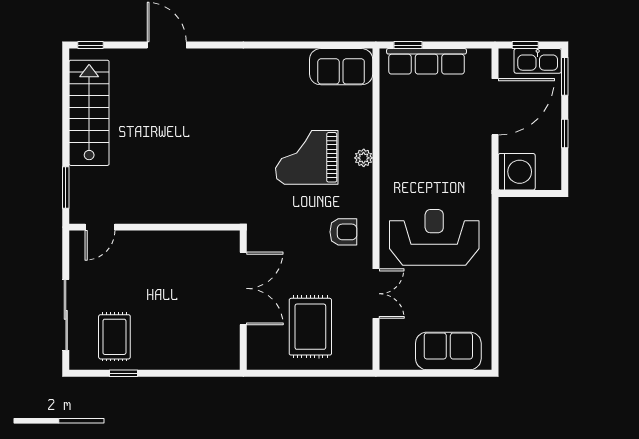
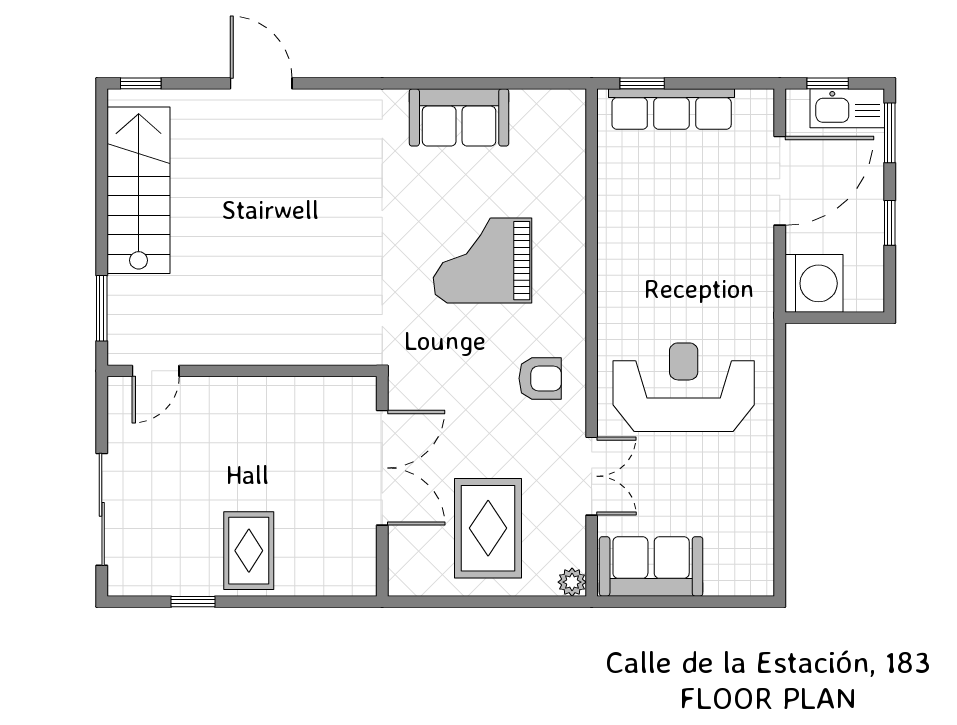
sofa: (341, 67) -> (459, 117), moved
plant: (364, 158) -> (572, 582), moved
rug: (114, 337) -> (249, 551), moved
sofa: (448, 351) -> (651, 566), moved

